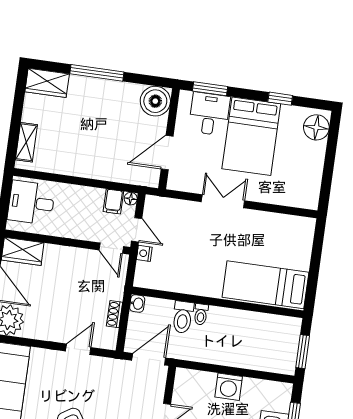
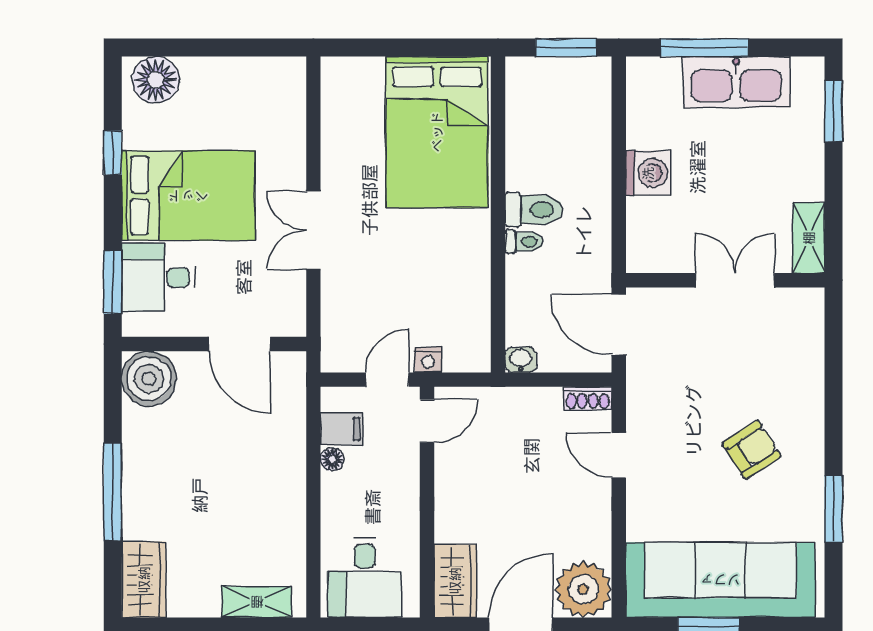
floor lamp: (131, 199) -> (332, 459), moved
bed: (265, 285) -> (437, 132), width x1.50
shoe rack: (115, 314) -> (588, 398), moved
toilet: (183, 317) -> (534, 210), moved

